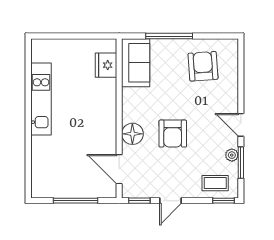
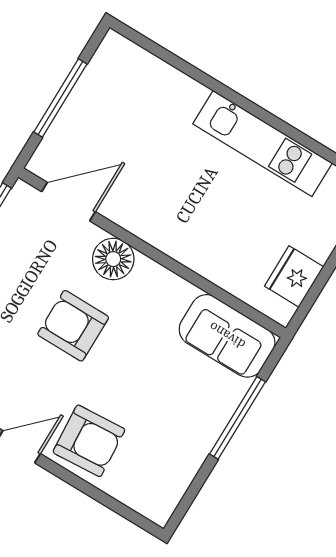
fridge: (106, 65) -> (294, 276), moved, turned -90
armchair: (203, 66) -> (89, 441), moved

